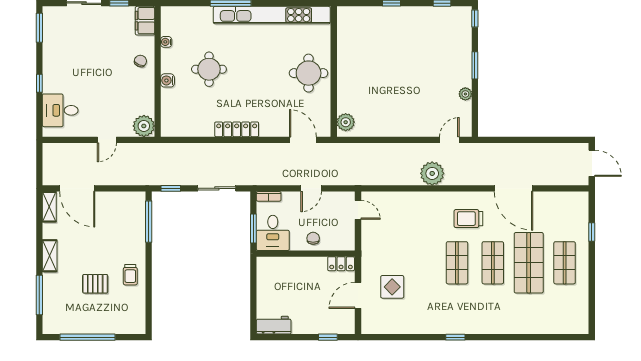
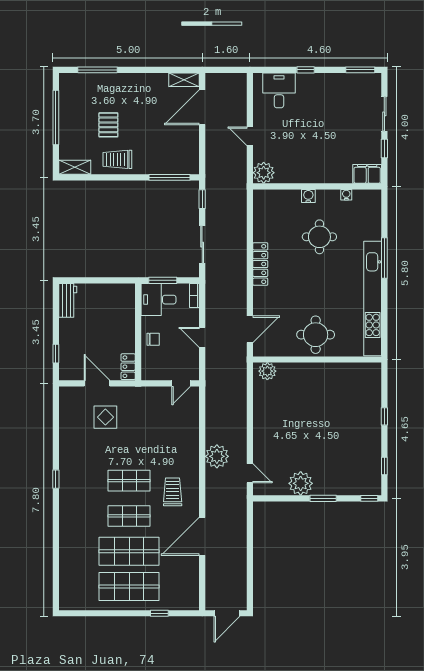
chair: (140, 61) -> (327, 169), removed
plant: (465, 94) -> (301, 483), width x1.88, depth x1.88
shelving: (50, 256) -> (75, 167), moved
shop shelf: (565, 263) -> (129, 587), width x1.43, depth x1.36
trolley: (130, 275) -> (117, 159), width x1.36, depth x1.39

